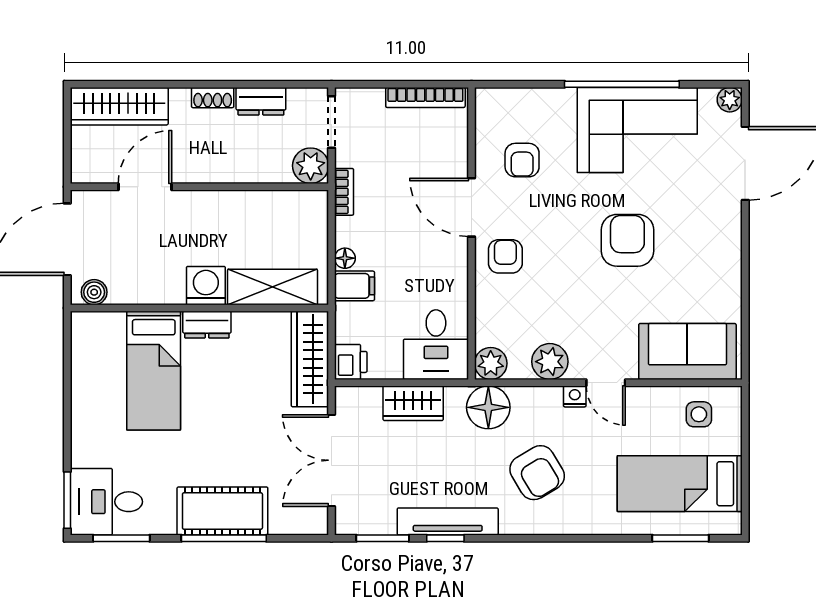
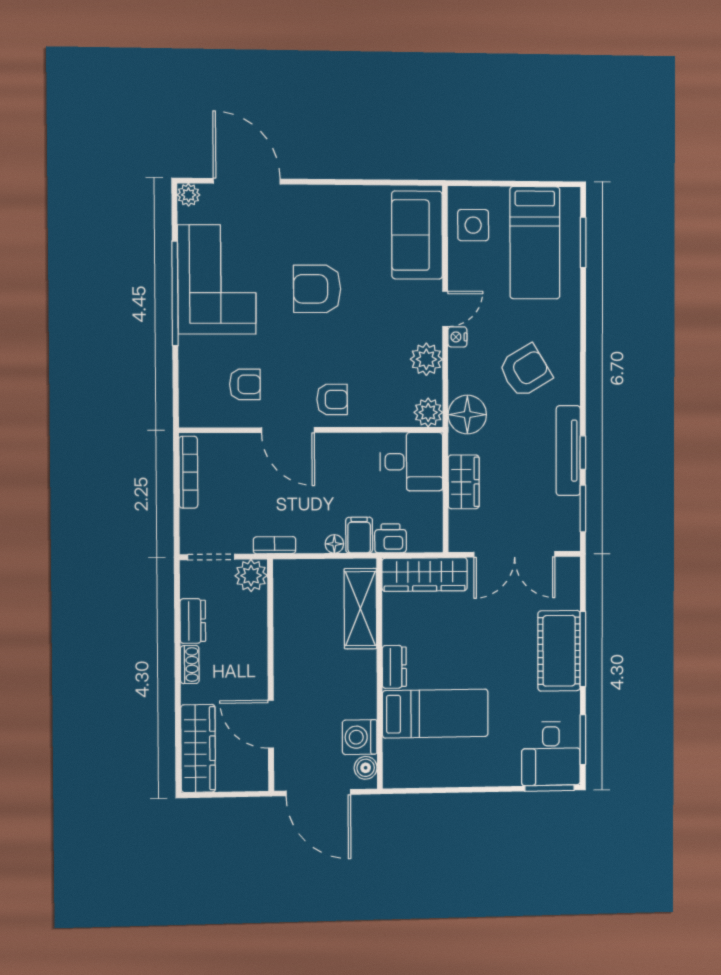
door: (472, 207) -> (288, 430), hinge flipped
armchair: (505, 256) -> (332, 399), turned 180
washing machine: (206, 286) -> (360, 737), moved
printer: (351, 362) -> (391, 538), moved
side table: (699, 414) -> (473, 225), width x1.37, depth x1.37

